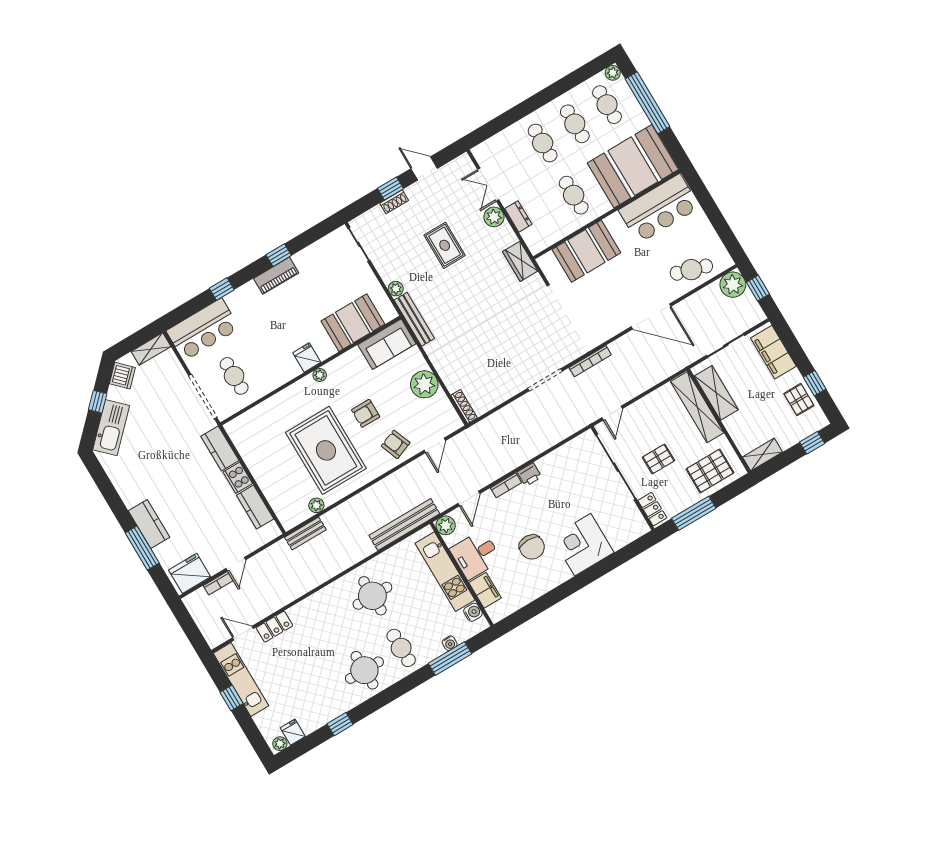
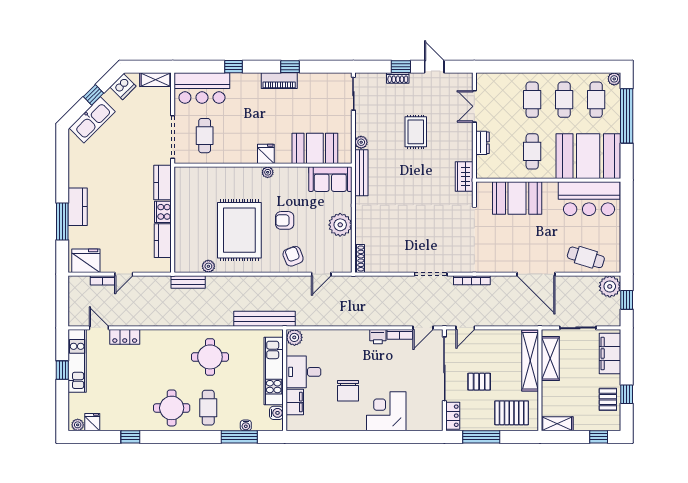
plant: (494, 217) -> (464, 133), removed
bookcase: (506, 485) -> (400, 334), moved
door: (469, 498) -> (423, 328), moved

